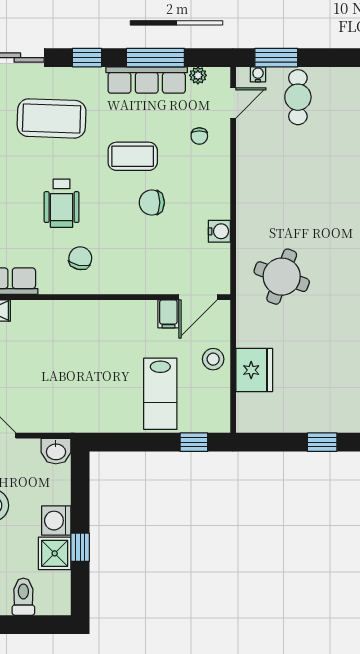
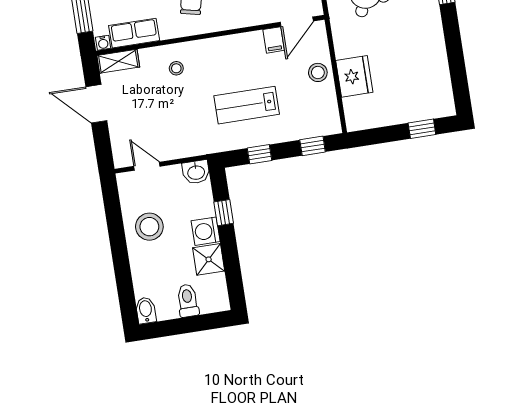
stool: (52, 329) -> (176, 68), added
lab bench: (160, 394) -> (247, 105), moved, turned 90
window: (132, 442) -> (259, 154), added
window: (80, 547) -> (224, 213), moved

